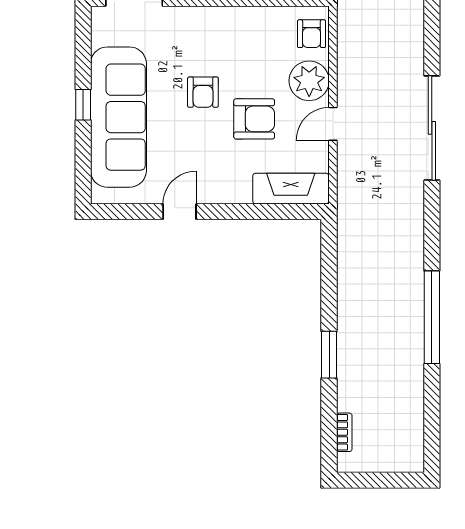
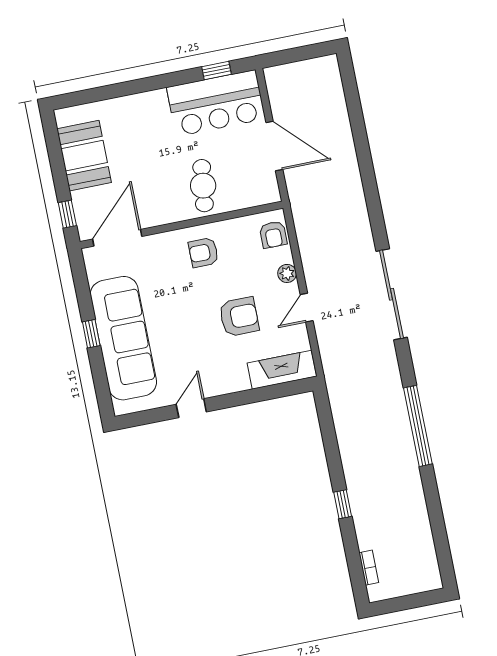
plant: (309, 81) -> (287, 273), width x0.53, depth x0.53
armchair: (203, 92) -> (203, 252), moved, turned 90
window: (432, 317) -> (418, 426), moved
window: (329, 355) -> (343, 504), width x0.67

